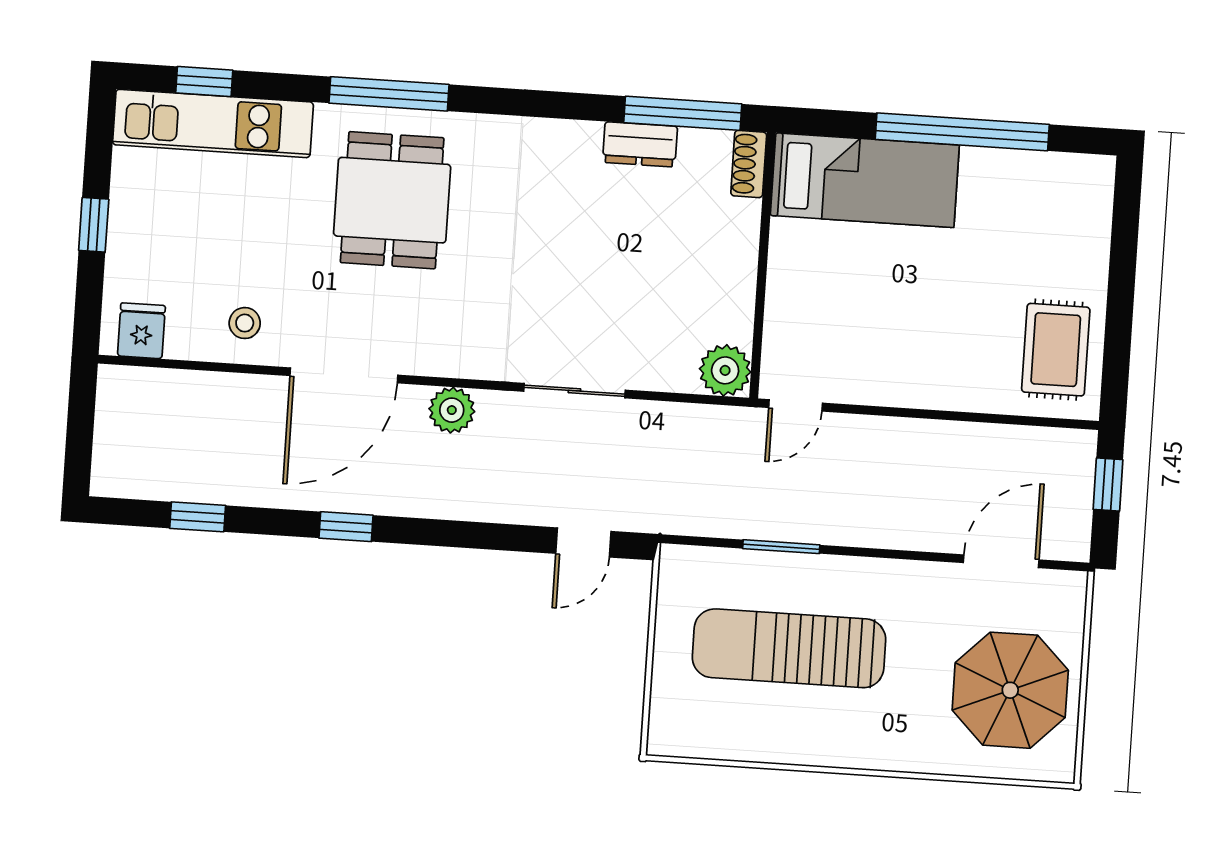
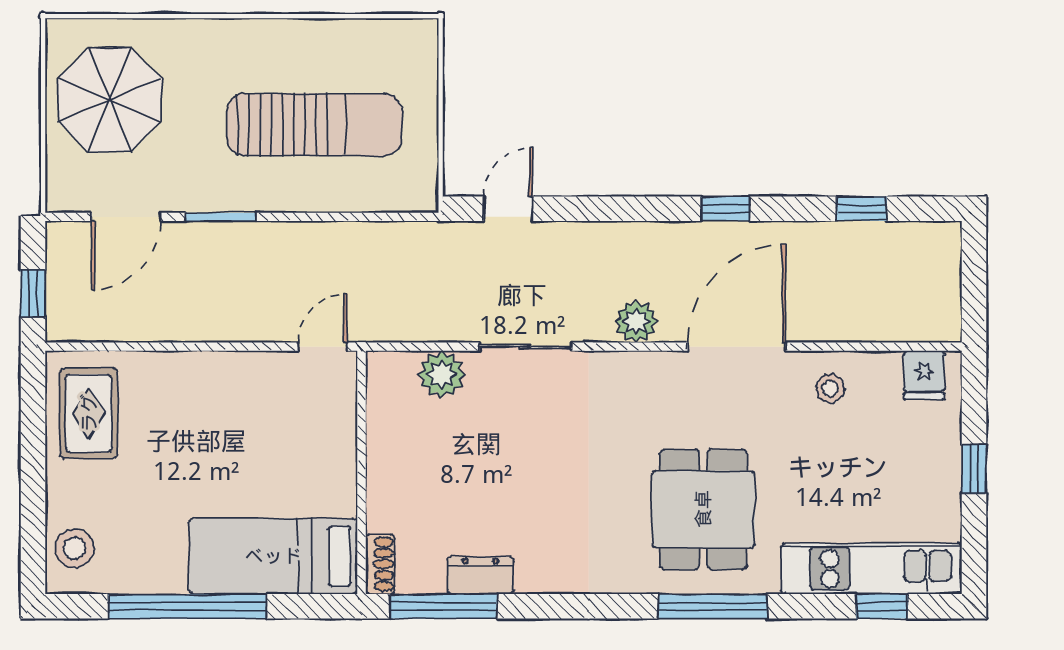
stool: (1081, 203) -> (74, 548), added
plant: (725, 370) -> (442, 374), moved
window: (781, 547) -> (220, 217), moved

